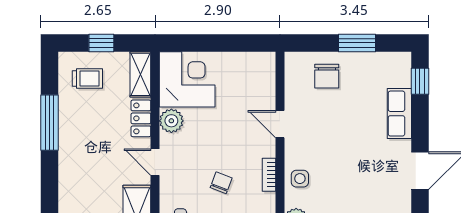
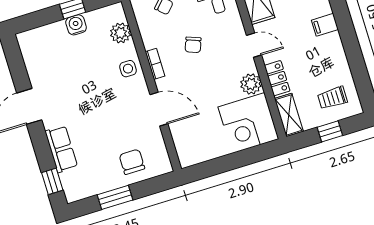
window: (50, 123) -> (353, 51), removed
door: (280, 124) -> (159, 109), width x1.38
filing cabinet: (71, 160) -> (325, 25), added

